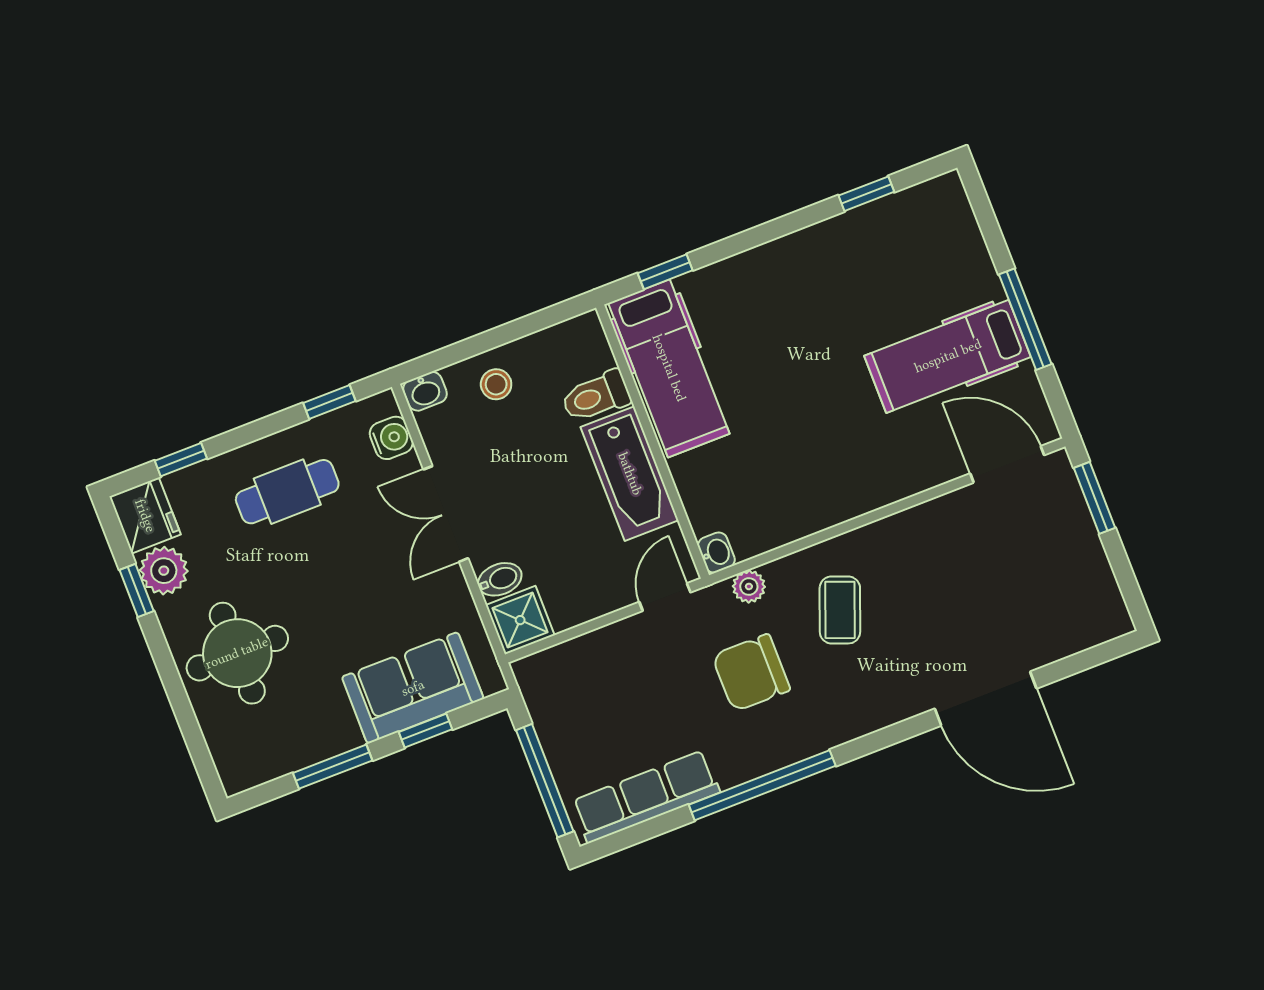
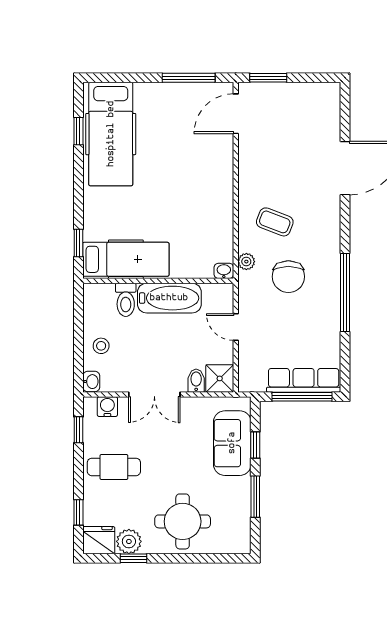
window: (1025, 319) -> (189, 78), moved
hospital bed: (948, 356) -> (111, 134), moved, width x1.37, depth x1.29
cafe table: (287, 492) -> (114, 467), turned 90
door: (665, 597) -> (236, 327), moved
row of seats: (646, 797) -> (304, 380), moved, turned 90

